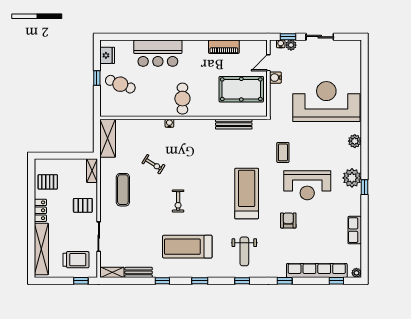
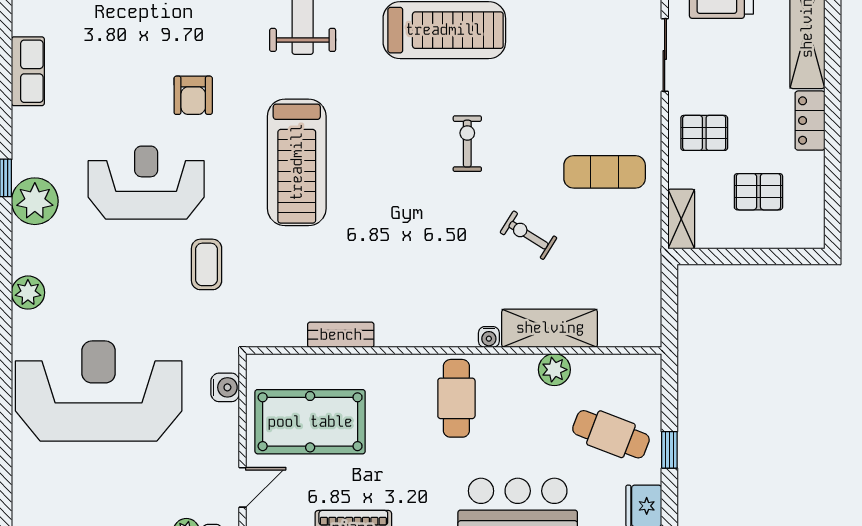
water cooler: (275, 78) -> (225, 387), moved
reception desk: (326, 102) -> (99, 391), turned 180
plant: (143, 110) -> (554, 370), added
bench: (234, 124) -> (341, 335), width x0.73
shelving: (108, 138) -> (550, 328), moved, turned 90
pallet: (48, 182) -> (758, 192), moved
exercise mat: (123, 190) -> (605, 172), turned 90

